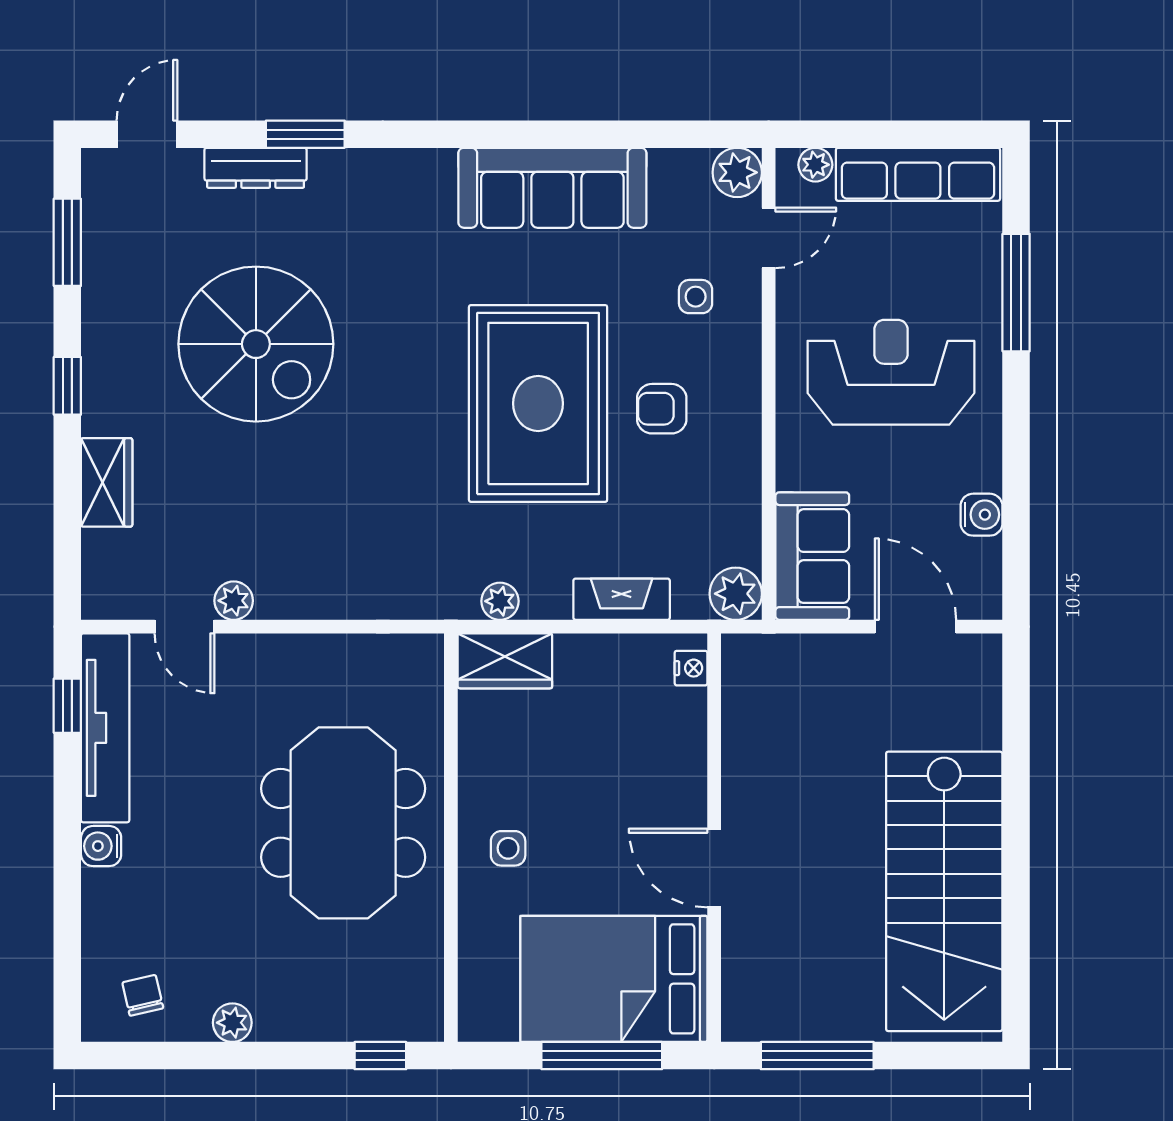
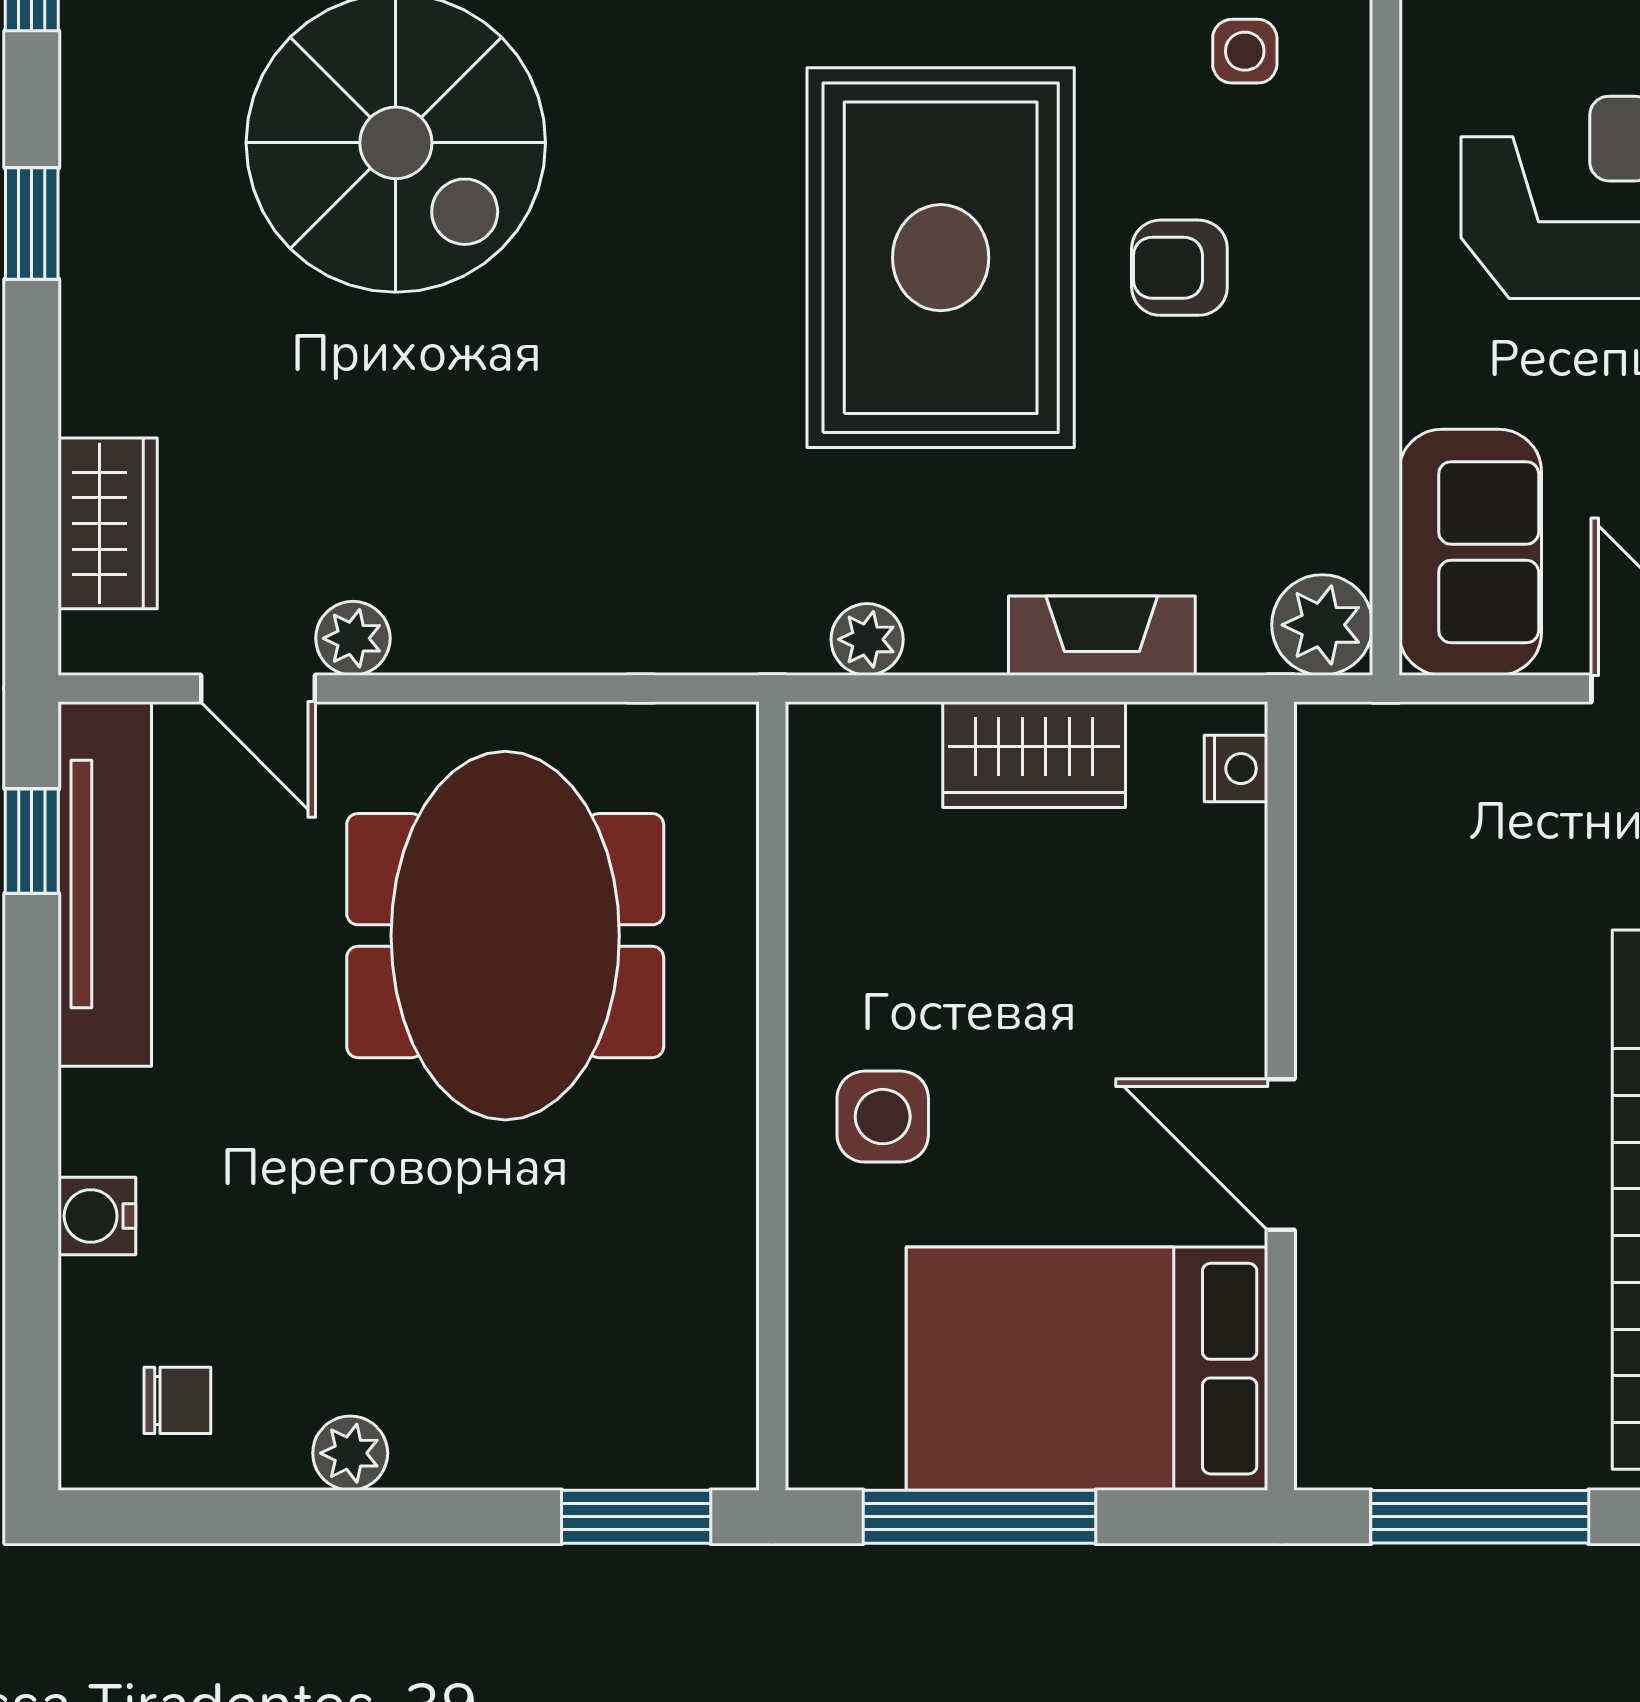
wardrobe: (107, 482) -> (108, 523), moved
wardrobe: (505, 661) -> (1034, 755), moved
meeting table: (343, 823) -> (505, 936), moved
water cooler: (101, 846) -> (97, 1216), moved
side table: (508, 848) -> (883, 1117), width x1.37, depth x1.37
chair: (143, 995) -> (177, 1400), turned 103
window: (380, 1056) -> (636, 1517), width x1.50
window: (602, 1056) -> (980, 1517), moved

